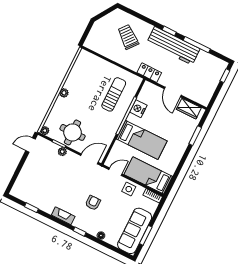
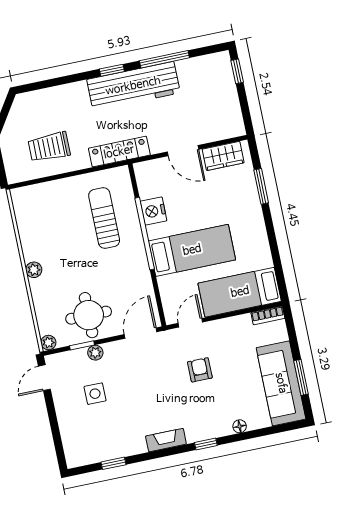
trolley: (128, 37) -> (49, 147), moved, turned -39
locker: (149, 73) -> (119, 152), width x1.53
side table: (129, 189) -> (95, 394), moved
armchair: (93, 203) -> (200, 370), moved

